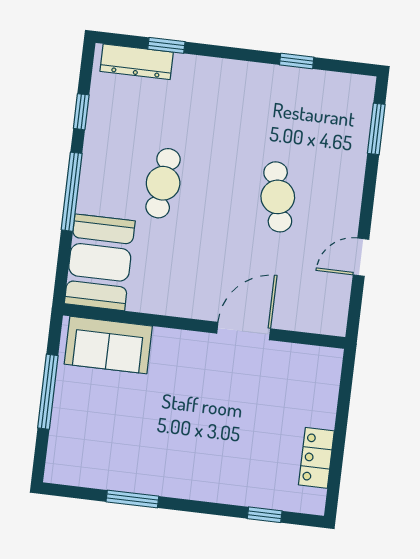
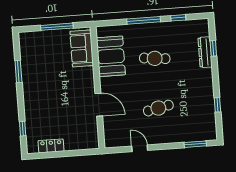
dresser: (137, 62) -> (205, 52), moved
booth: (100, 262) -> (111, 56), moved, turned 90

